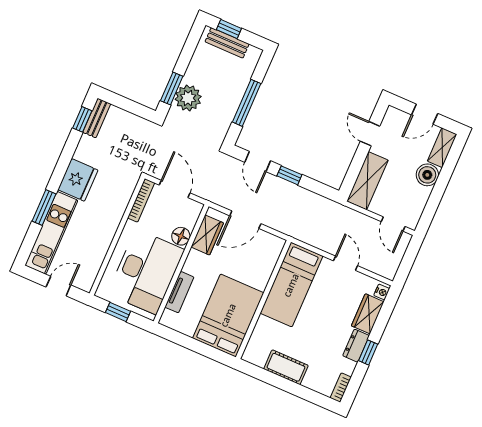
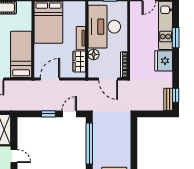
window: (172, 89) -> (134, 134), removed
plant: (188, 98) -> (123, 132), removed
window: (247, 103) -> (89, 144), width x1.46
door: (258, 161) -> (69, 114), hinge flipped
door: (245, 220) -> (50, 79), moved
tv unit: (179, 292) -> (81, 38), moved

